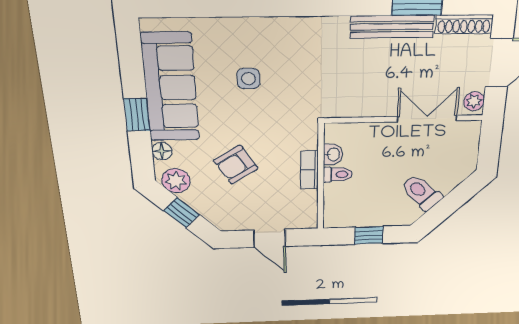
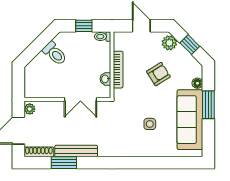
window: (137, 115) -> (208, 105), width x1.50
double door: (427, 119) -> (80, 99), moved
bookcase: (310, 170) -> (118, 70), width x1.56
toilet: (338, 174) -> (102, 37), moved
plant: (176, 181) -> (169, 43), moved

